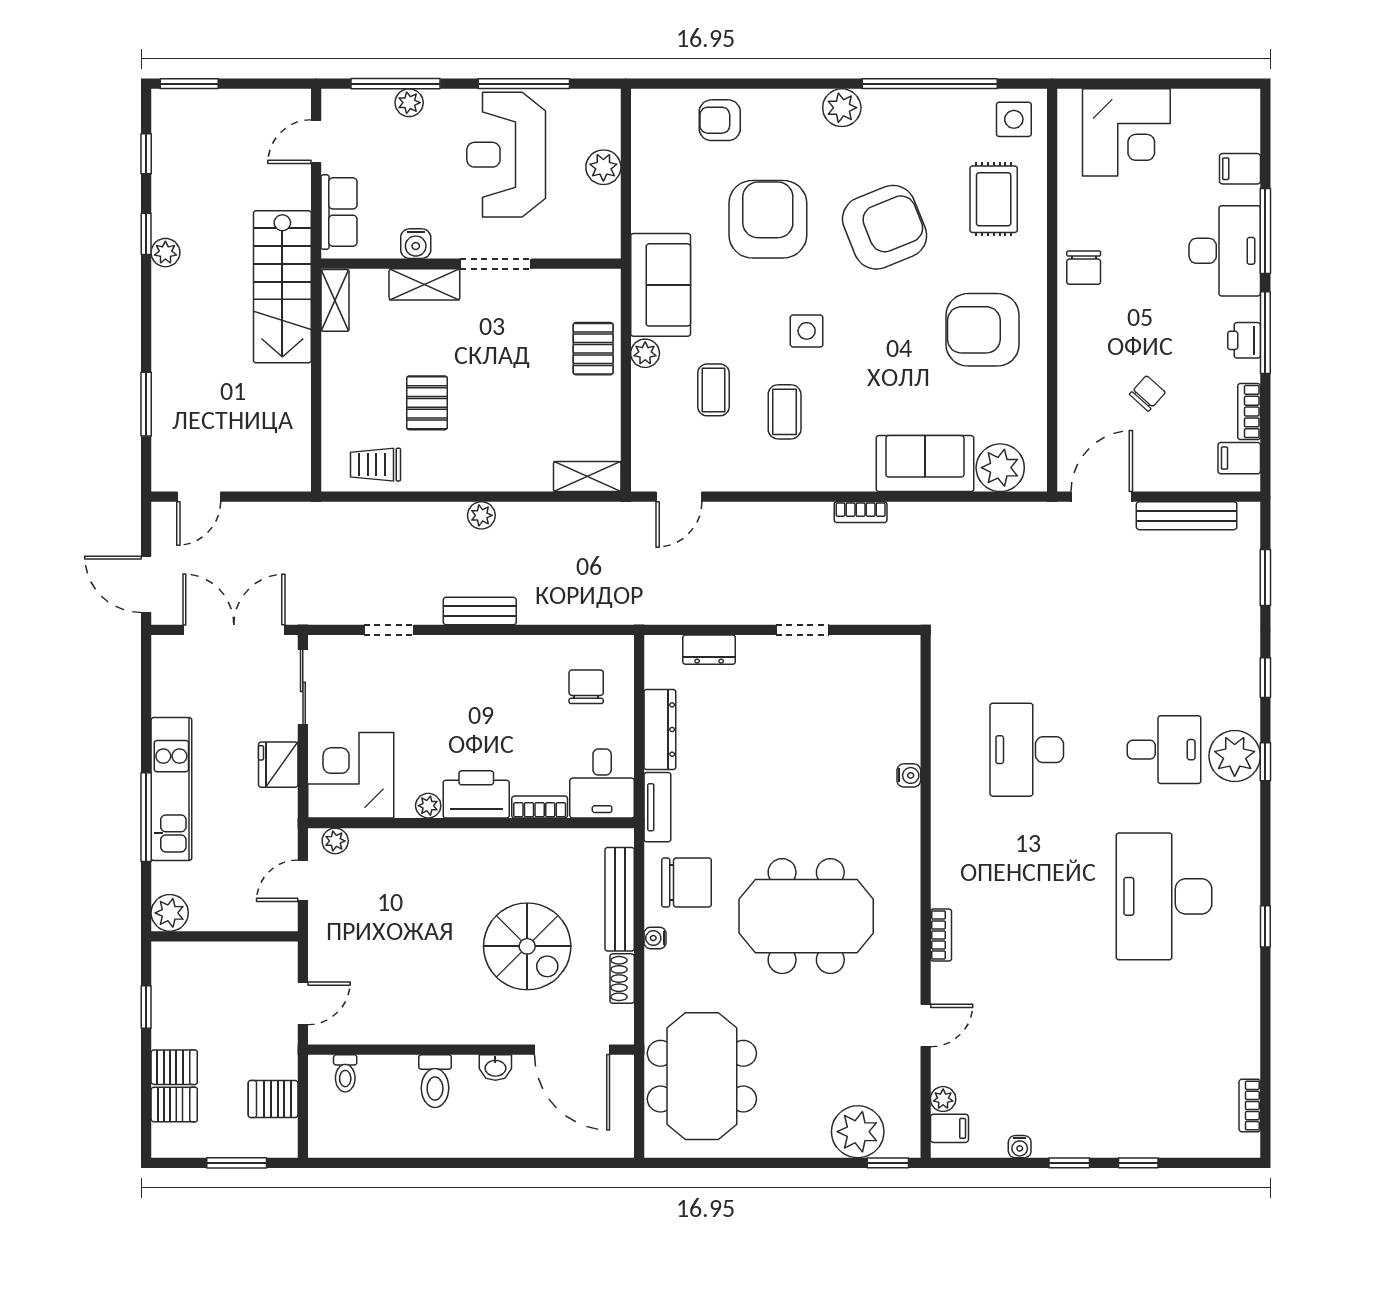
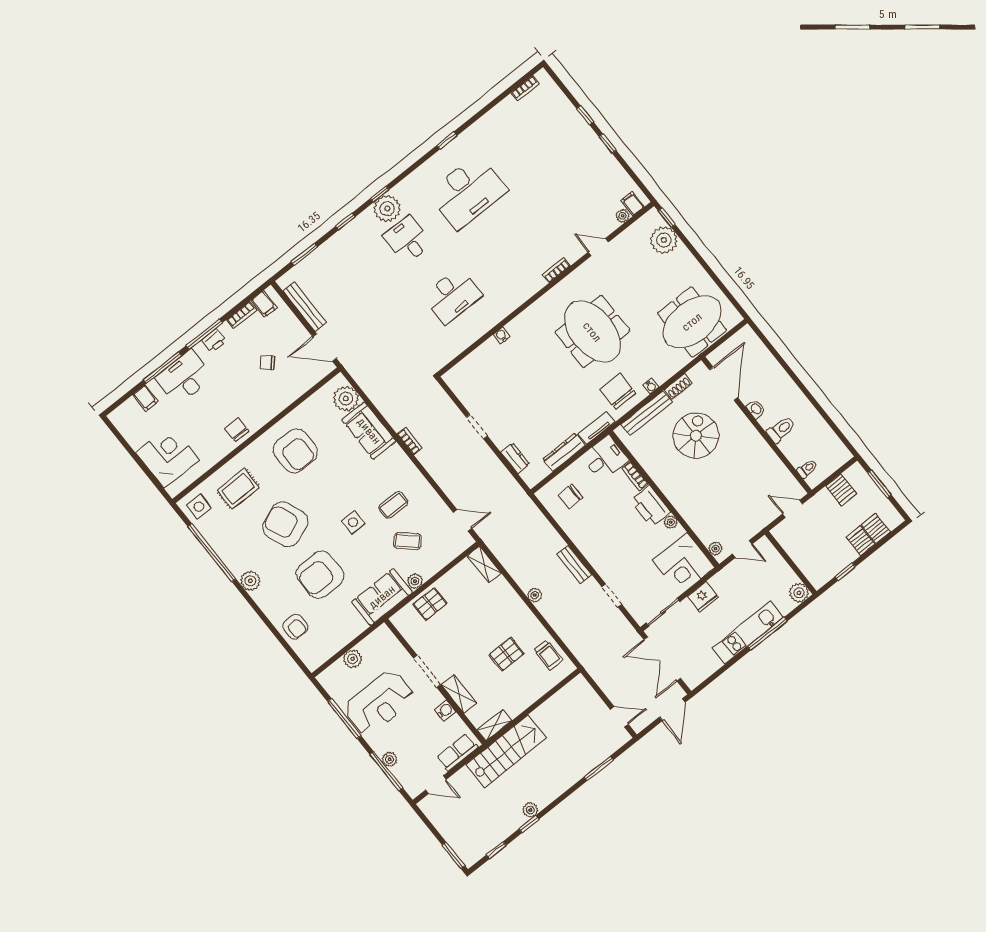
chair: (1084, 268) -> (237, 430), turned -90
coffee table: (714, 390) -> (408, 541), turned 42
water cooler: (1020, 1147) -> (617, 169), removed

